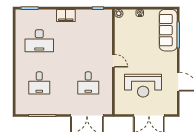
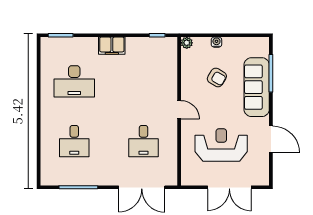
sofa: (168, 30) -> (257, 87), moved
armchair: (140, 38) -> (217, 77), added
reception desk: (143, 86) -> (221, 145), turned 180

